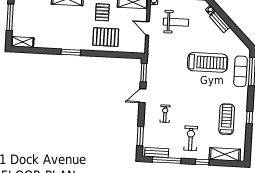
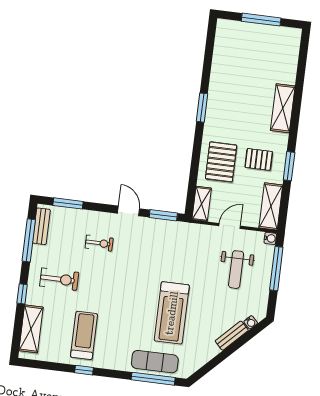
shelving: (23, 42) -> (202, 204), moved
treadmill: (227, 119) -> (84, 335), turned -90

